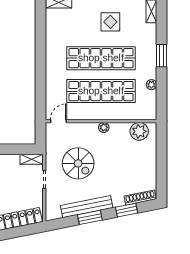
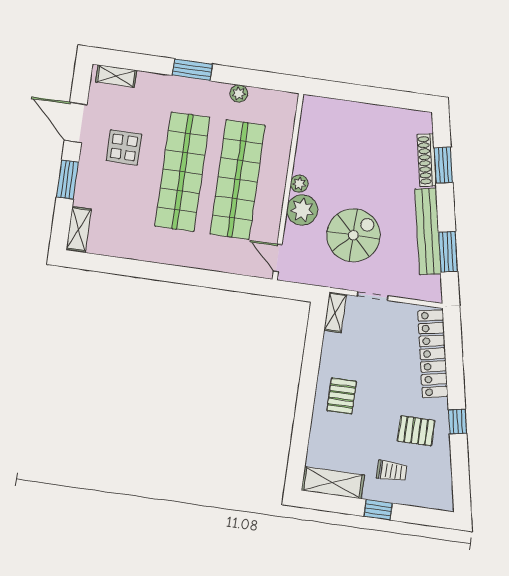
plant: (139, 131) -> (302, 210), moved
shoe rack: (140, 198) -> (427, 160), moved
window: (90, 217) -> (448, 252), moved

